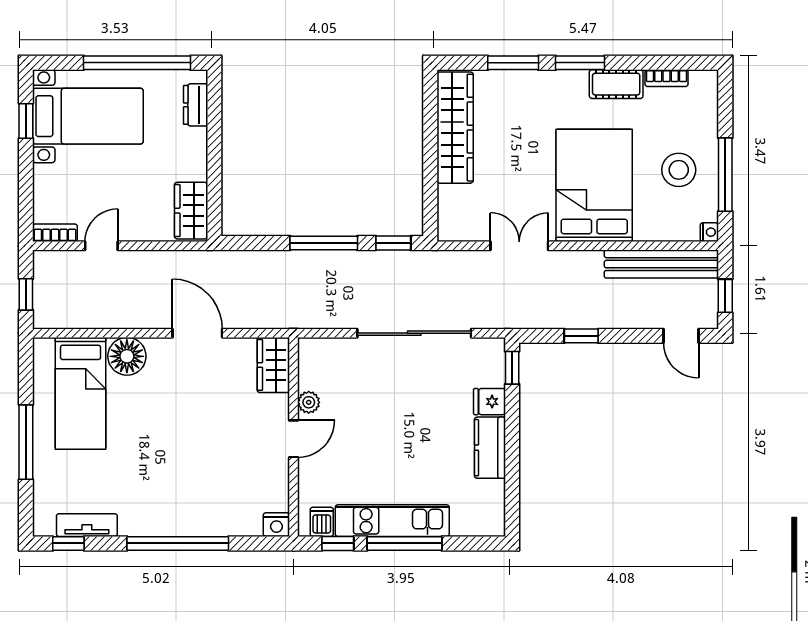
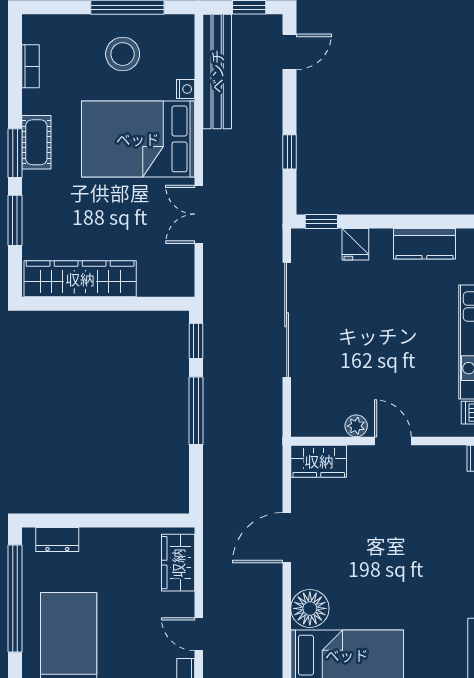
cot: (616, 84) -> (36, 142), moved
wardrobe: (191, 211) -> (178, 563), moved, turned 90
nightstand: (709, 232) -> (186, 89), moved, turned 90
kitchen counter: (490, 448) -> (424, 244), moved

